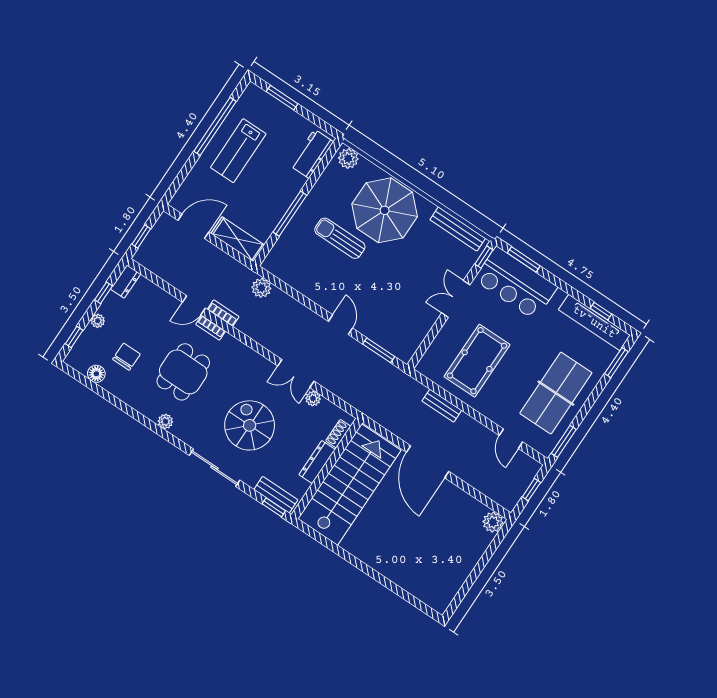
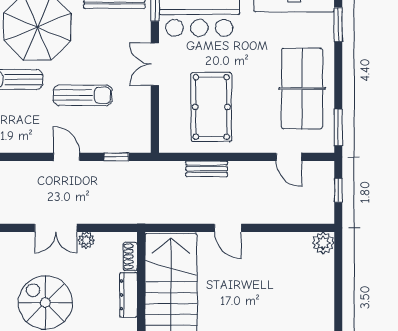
sun lounger: (385, 286) -> (83, 95), added
window: (379, 350) -> (116, 157), width x0.67
door: (428, 462) -> (228, 228), width x0.53

